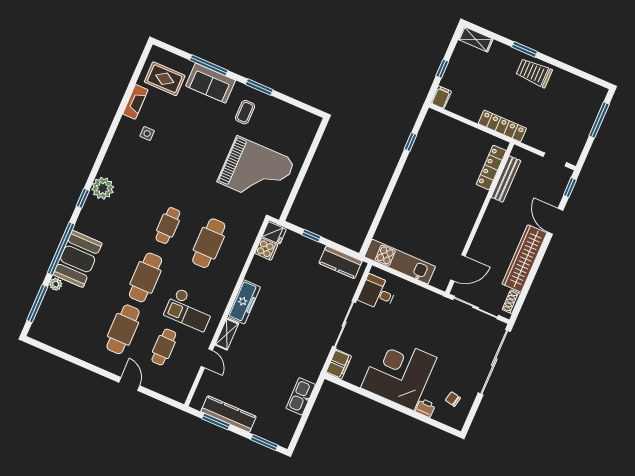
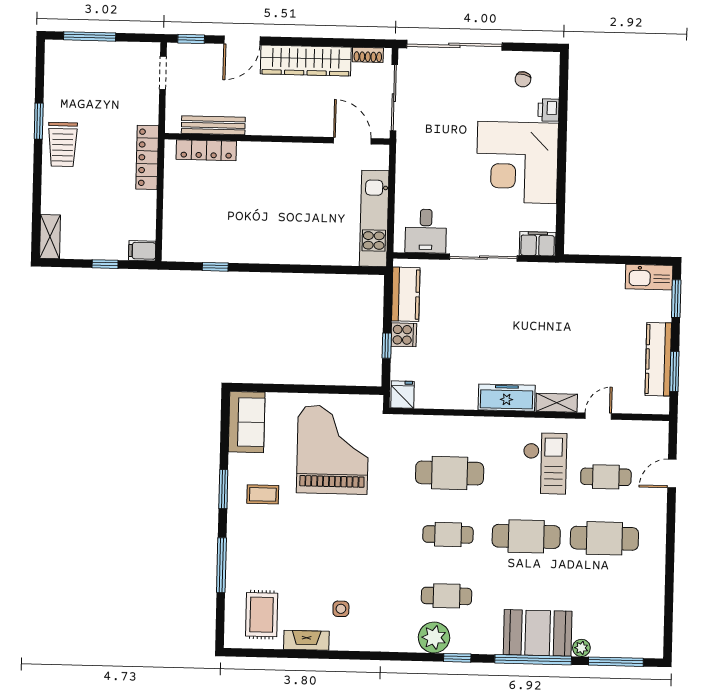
window: (525, 49) -> (39, 121), moved
sofa: (211, 83) -> (247, 422), moved
cafe table: (127, 208) -> (447, 596), added
cooker: (266, 249) -> (404, 335), moved, turned 90
door: (129, 384) -> (672, 474), moved
kitchen sink: (301, 396) -> (649, 277), moved

